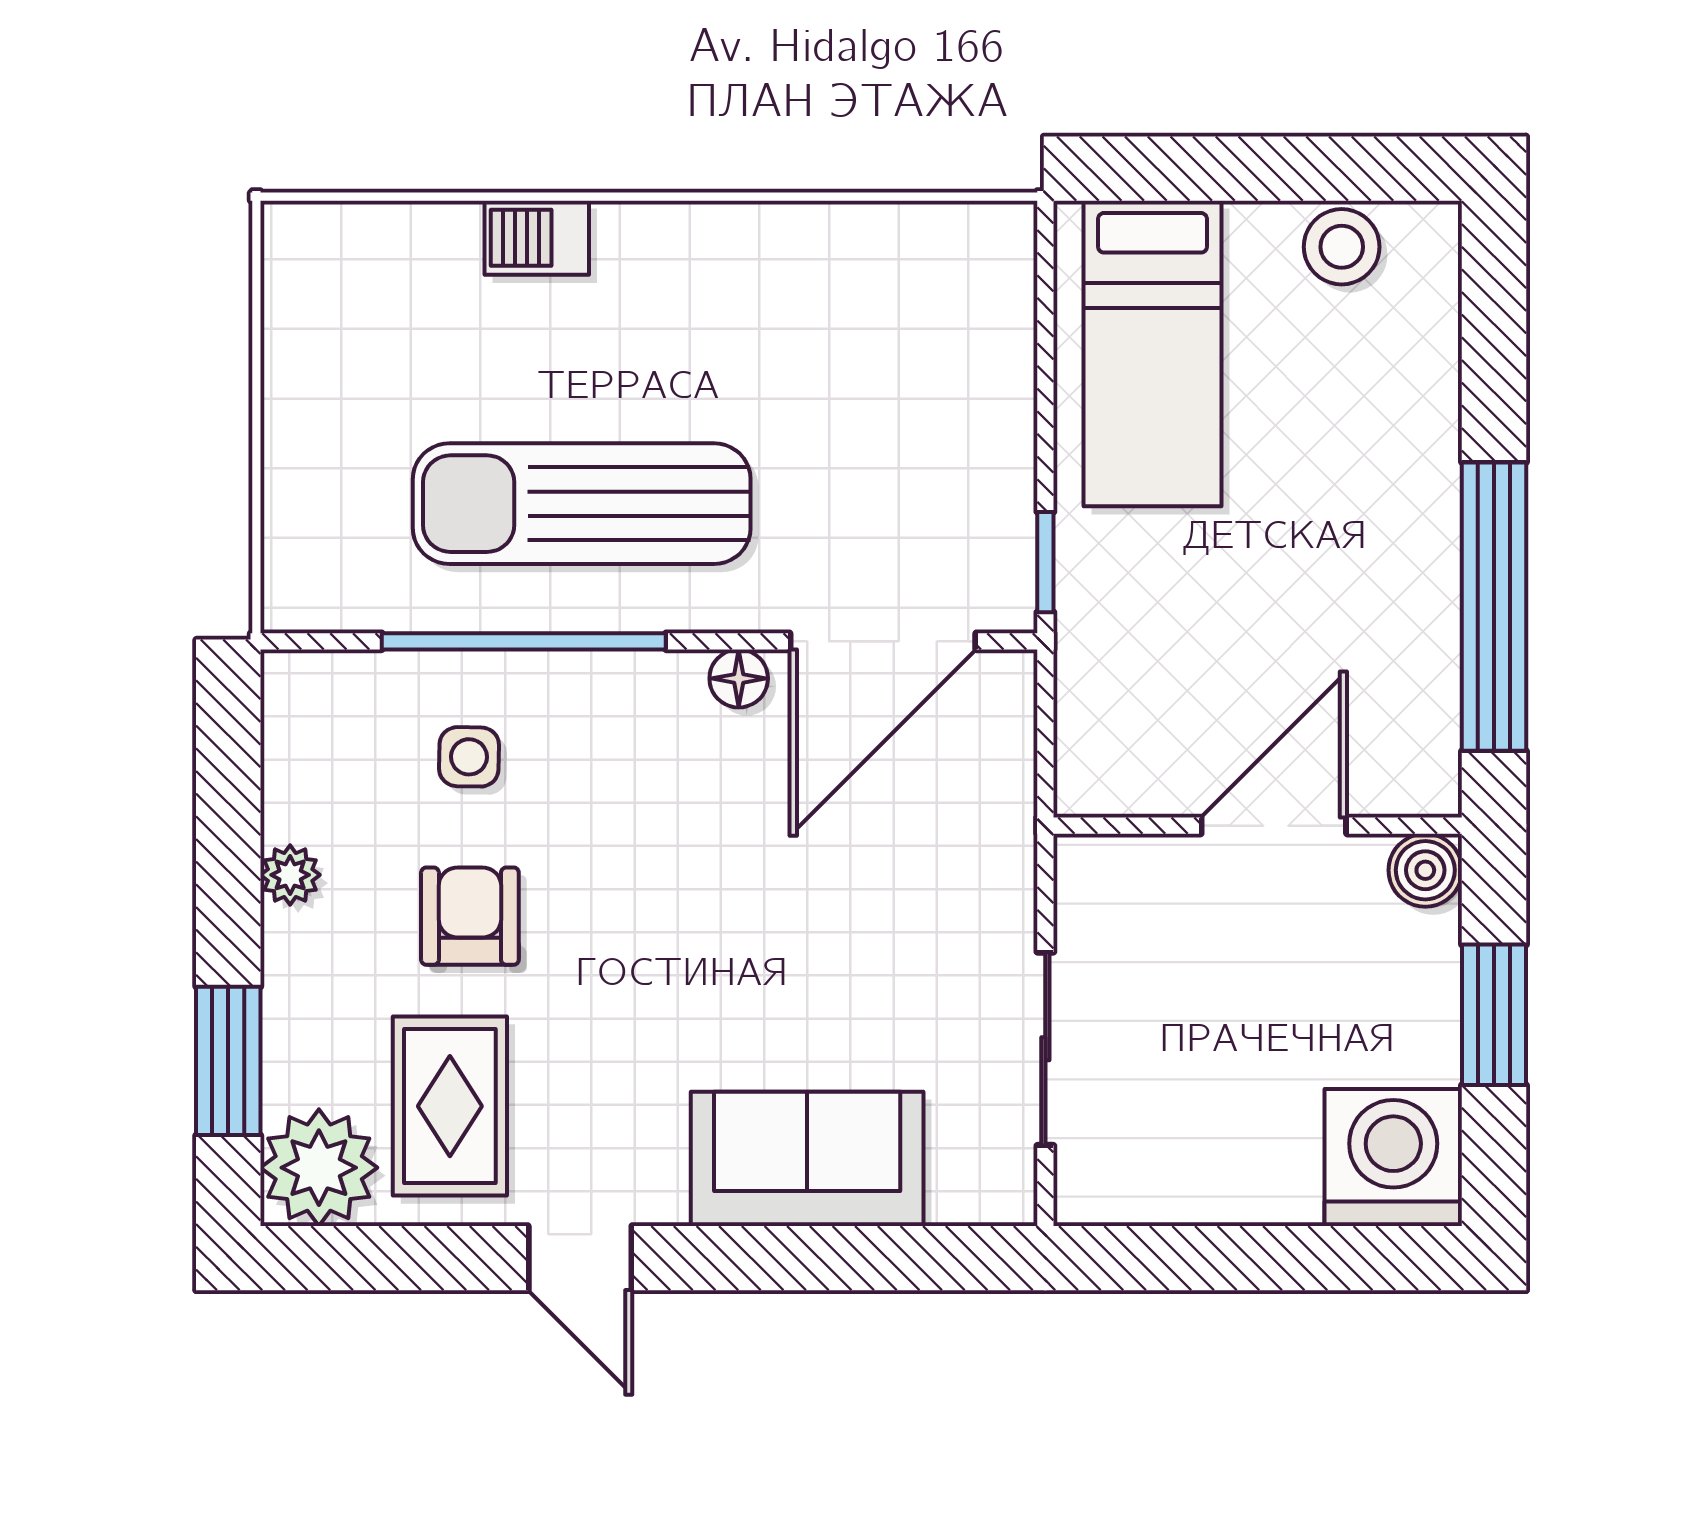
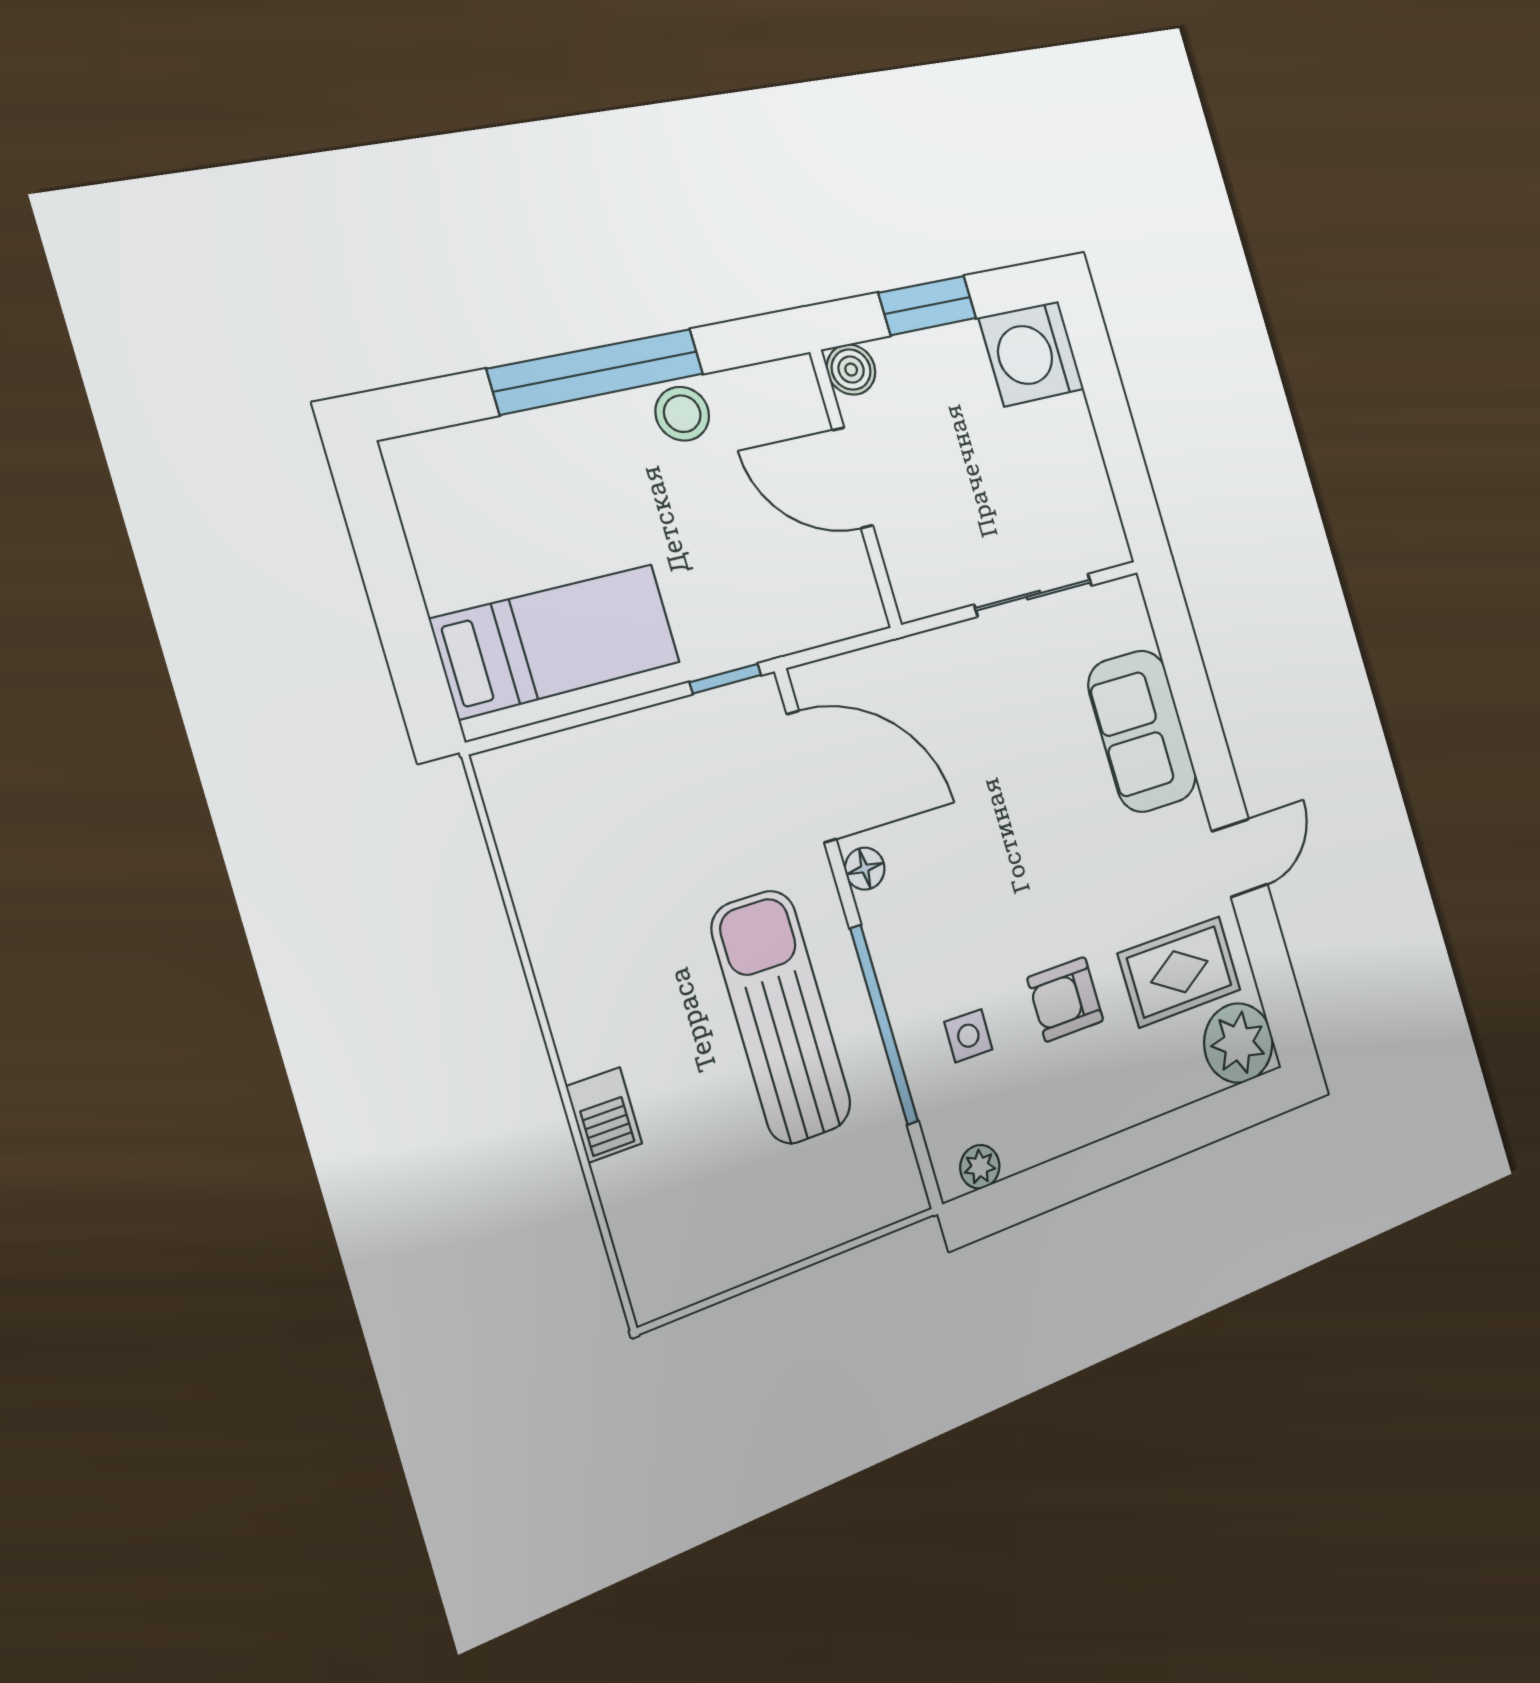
stool: (1342, 247) -> (682, 414), moved
sun lounger: (582, 504) -> (781, 1017), turned 180
window: (1494, 607) -> (597, 371), moved
plant: (290, 875) -> (980, 1167), moved
window: (228, 1061) -> (1196, 1125), removed

